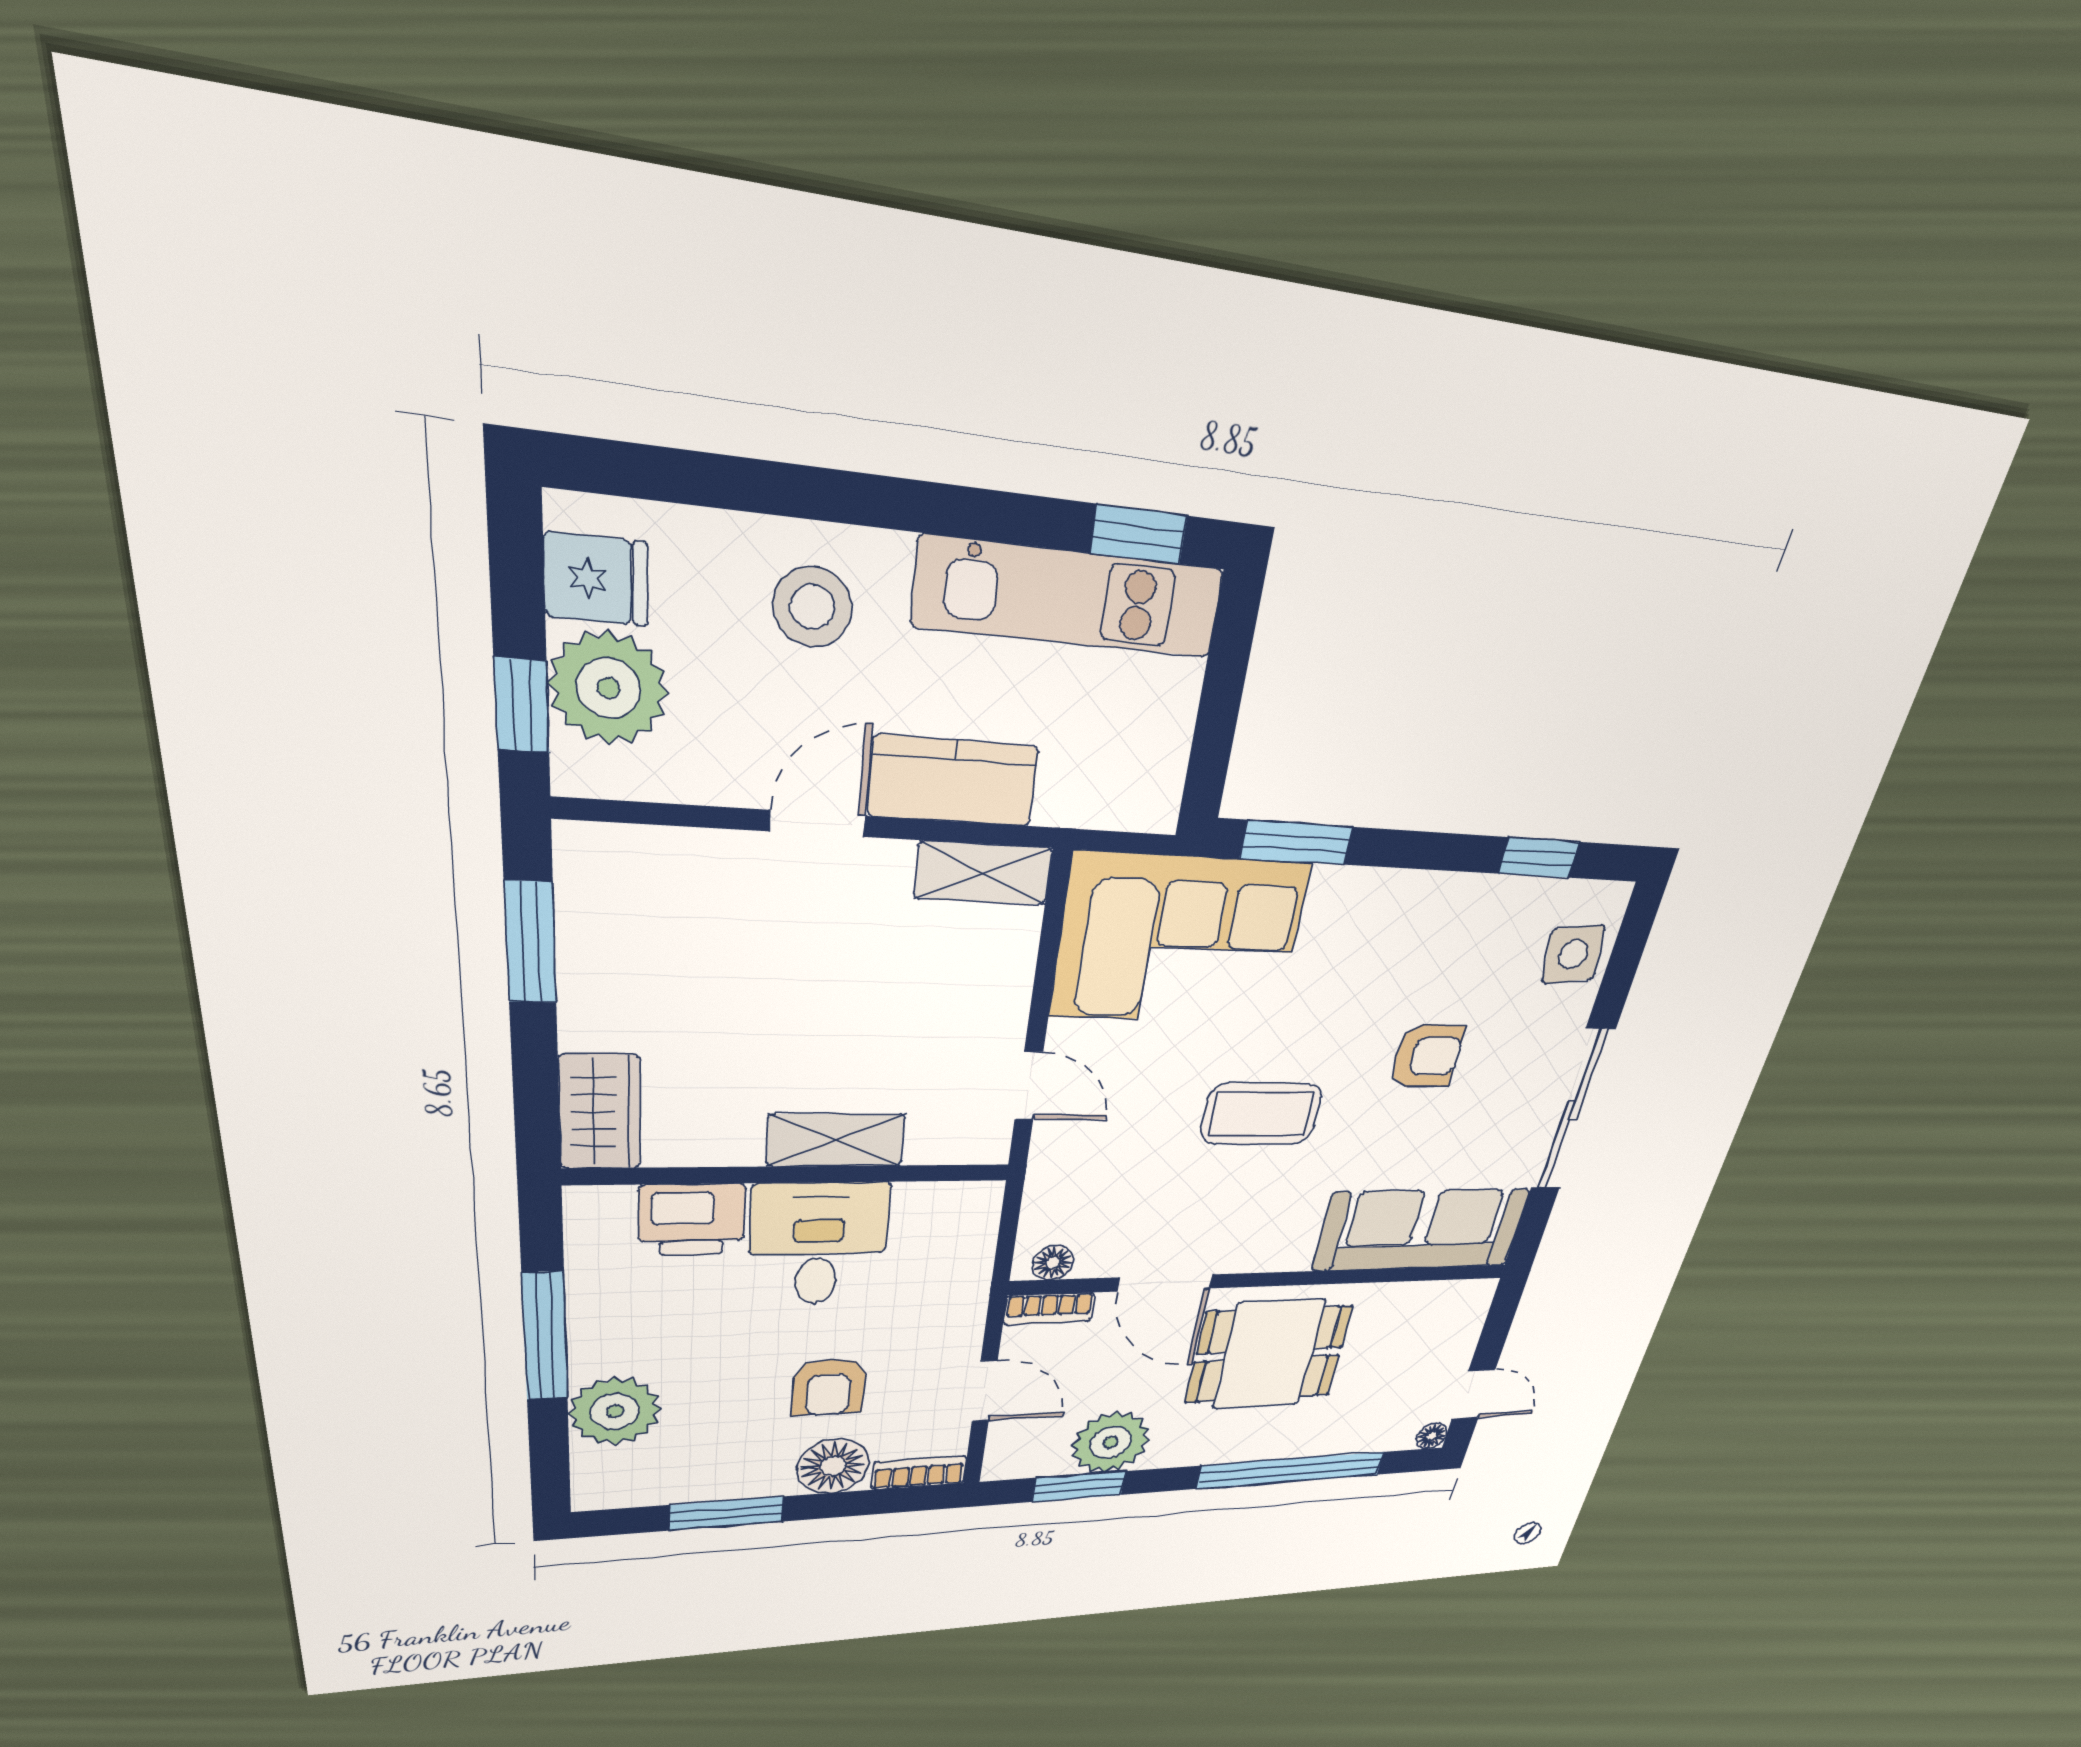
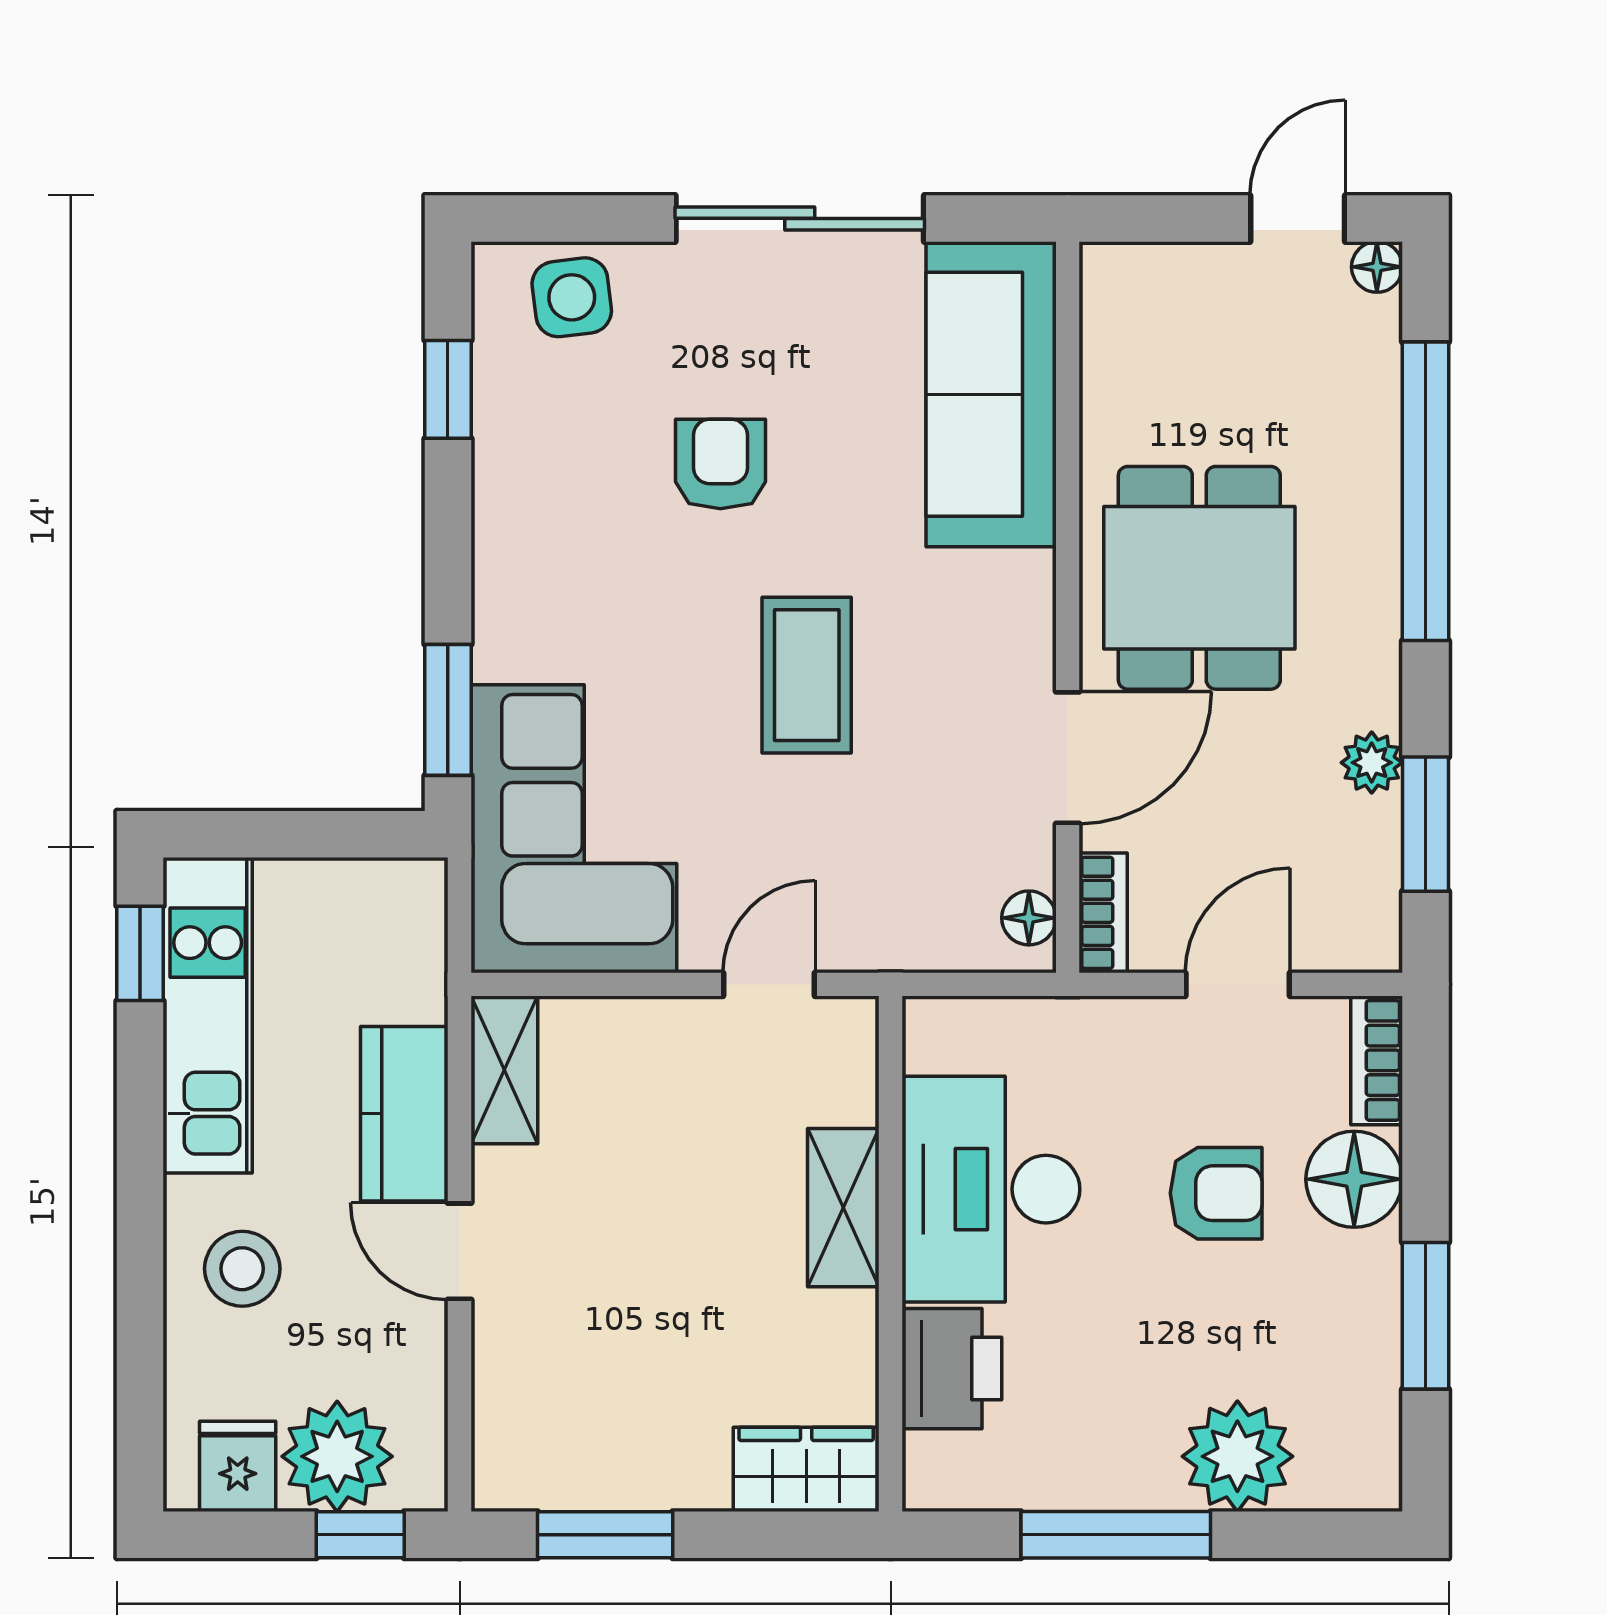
desk: (818, 1244) -> (991, 1189), width x1.37
plant: (1111, 1442) -> (1372, 763), width x0.53, depth x0.53

